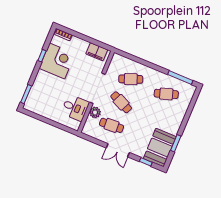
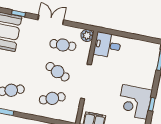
desk: (75, 108) -> (108, 45), moved
plant: (95, 112) -> (87, 36), moved

